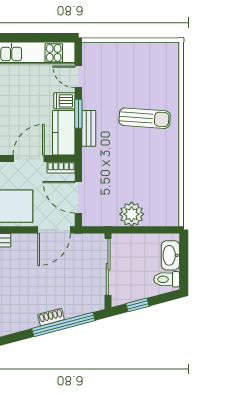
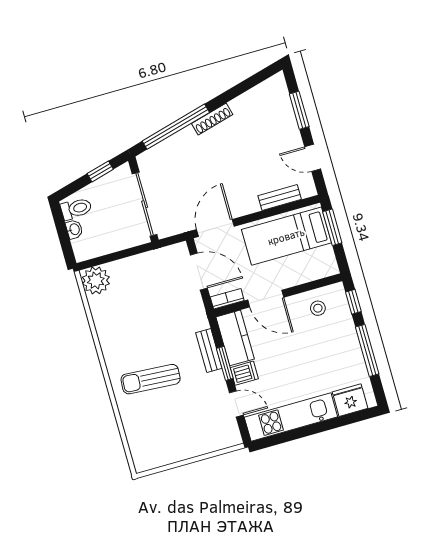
door: (29, 159) -> (266, 299), hinge flipped
plant: (132, 214) -> (96, 280), moved
washbasin: (170, 255) -> (74, 229), width x0.52, depth x0.69
shoe rack: (51, 317) -> (212, 119), moved, width x1.43

